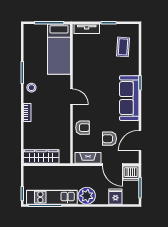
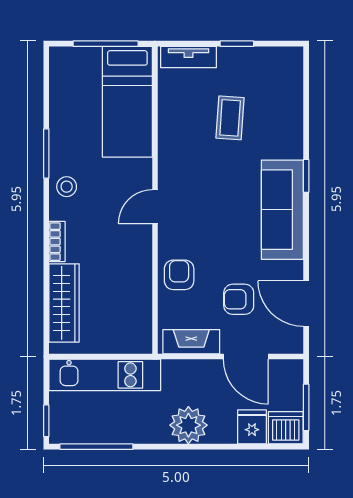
coffee table: (123, 47) -> (230, 118), moved
door: (72, 97) -> (155, 207), swing flipped
armchair: (82, 128) -> (179, 275), turned -90
door: (140, 141) -> (306, 304), hinge flipped
wardrobe: (41, 157) -> (64, 303), moved, turned 90
dishwasher: (131, 173) -> (286, 428), moved, turned 180
kitchen unit: (52, 197) -> (105, 375), moved, turned 180

